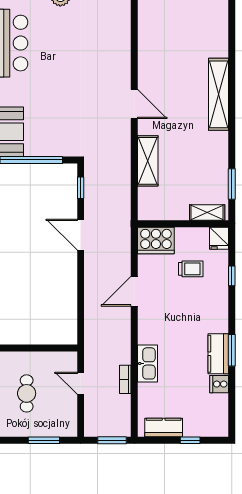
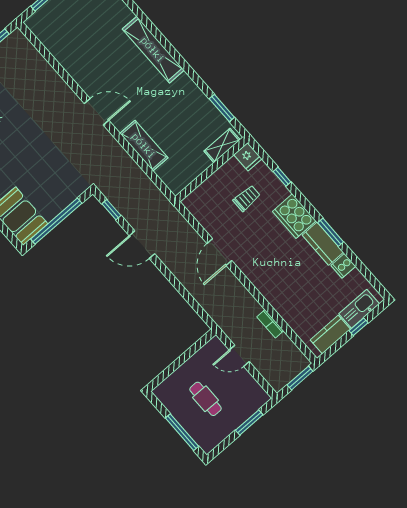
cooker: (156, 241) -> (294, 216), moved, turned 90
kitchen sink: (148, 363) -> (359, 309), moved, turned -90

